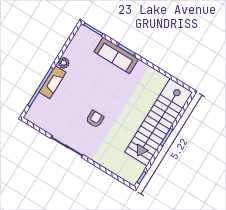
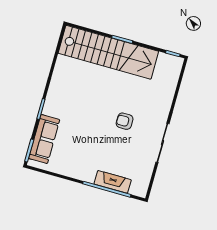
sofa: (116, 55) -> (44, 139), moved
plant: (64, 63) -> (74, 172), removed
fireplace: (52, 82) -> (113, 182), moved

